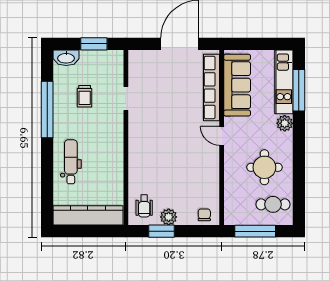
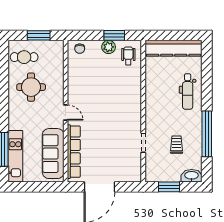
plant: (285, 123) -> (15, 123), removed
window: (255, 231) -> (39, 35), width x0.69

